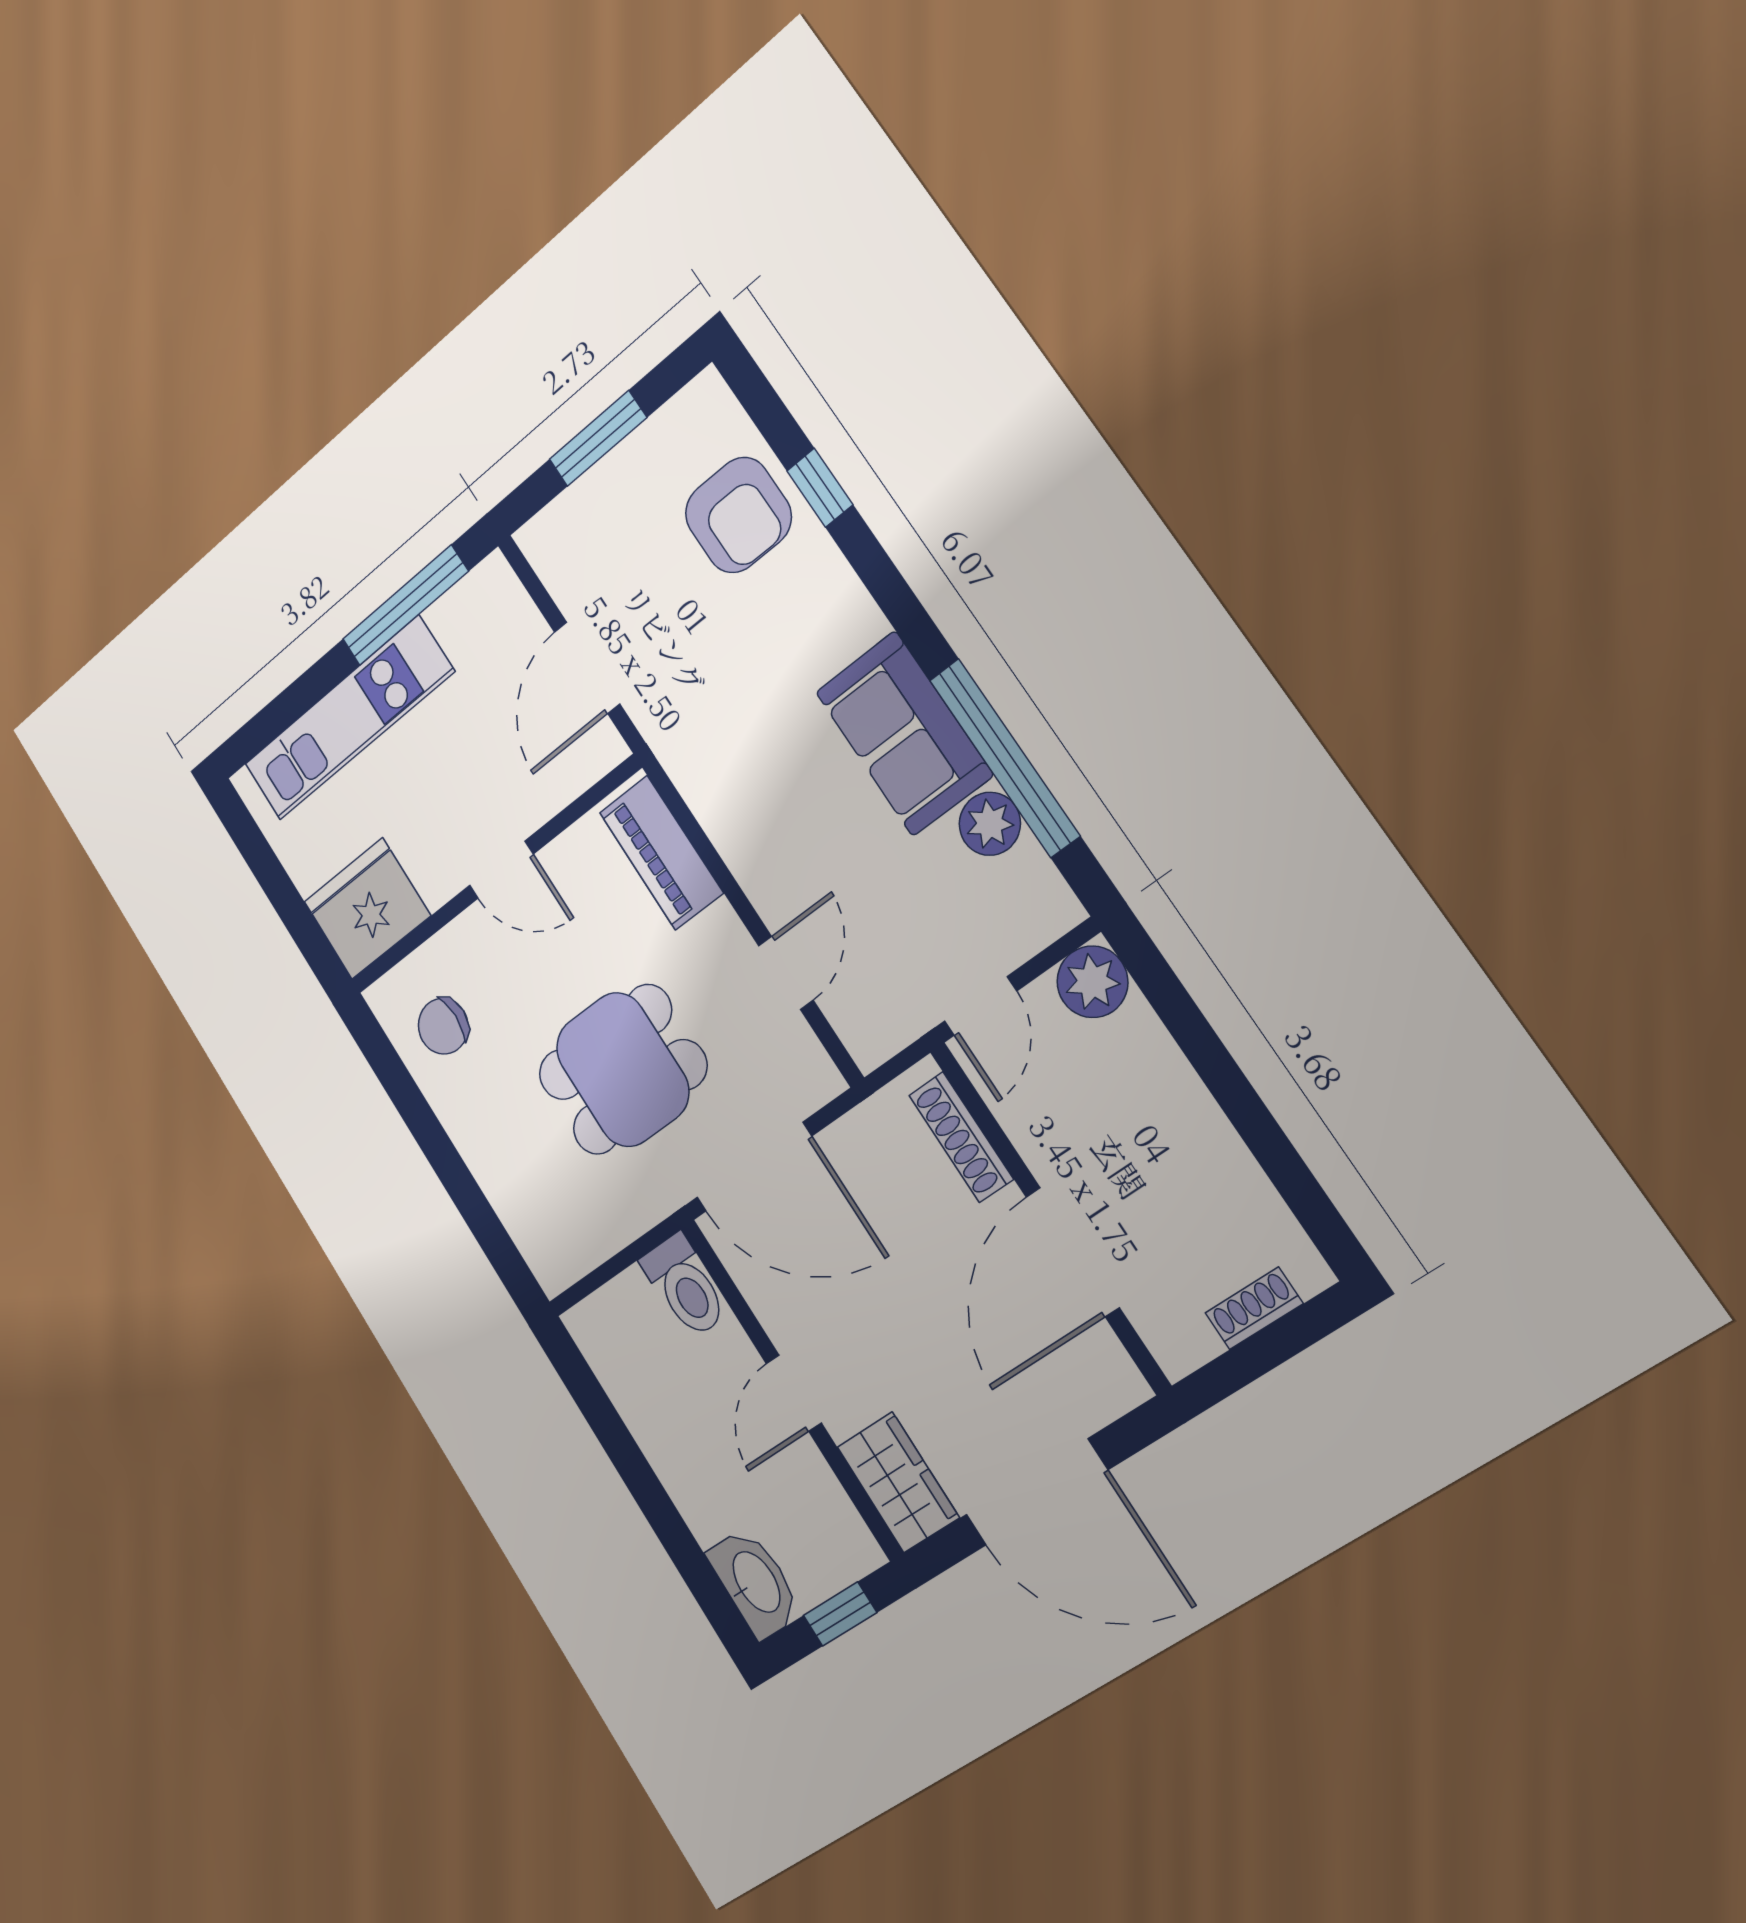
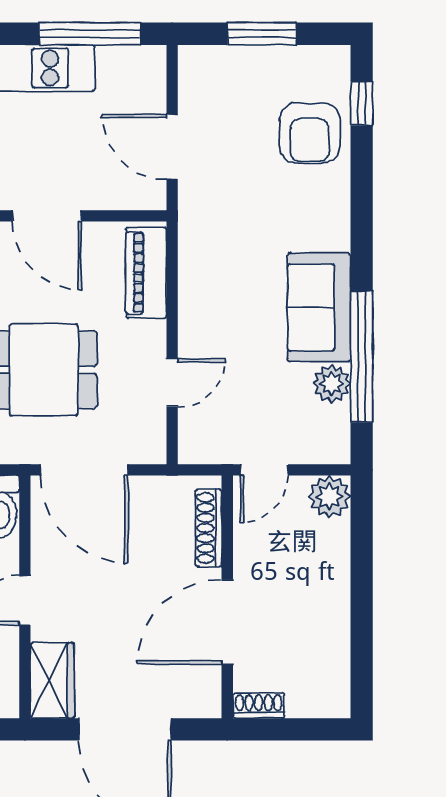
window: (820, 488) -> (362, 103), moved
door: (587, 668) -> (172, 147), hinge flipped
door: (501, 870) -> (47, 216), width x1.38
shoe rack: (1254, 1308) -> (259, 706), moved

